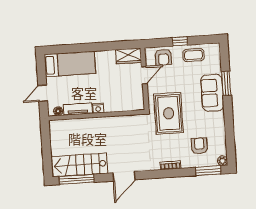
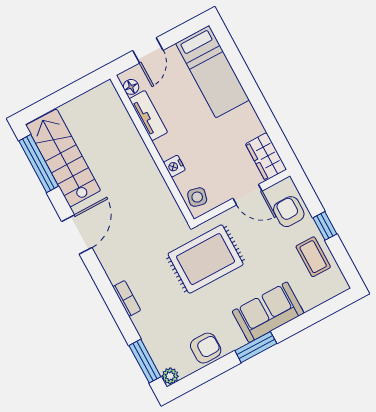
armchair: (163, 57) -> (289, 212), turned 90
window: (226, 83) -> (256, 347), moved
door: (43, 93) -> (148, 50), swing flipped
side table: (133, 103) -> (197, 197), added
nightstand: (98, 108) -> (174, 166), moved
armchair: (199, 146) -> (206, 348), moved
door: (124, 176) -> (77, 234), swing flipped

